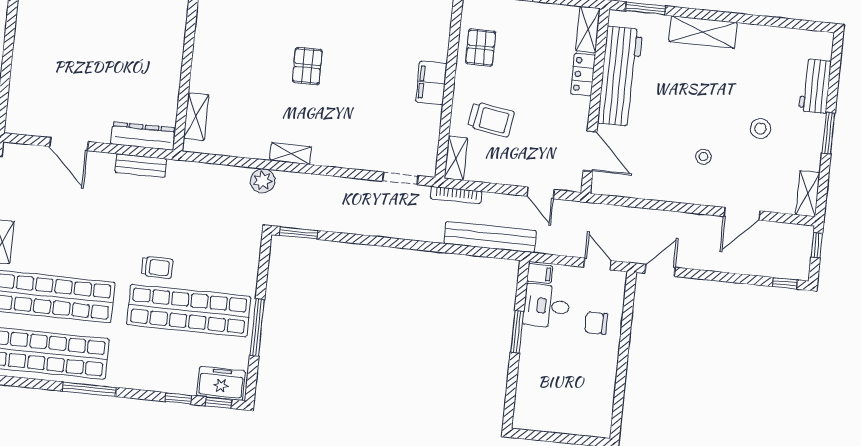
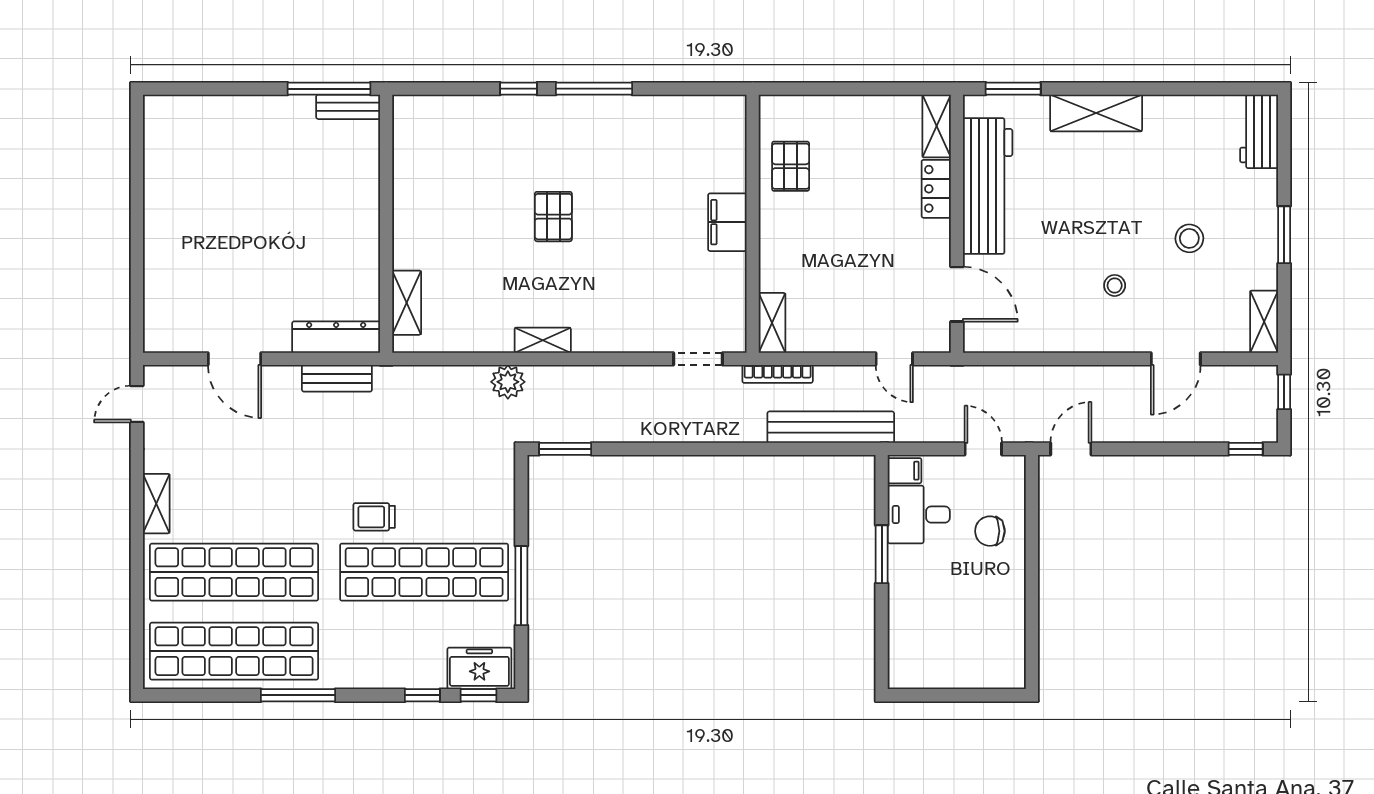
workbench: (815, 86) -> (1259, 131), moved
trolley: (491, 119) -> (815, 264), removed
trolley: (157, 267) -> (374, 517), turned 180

